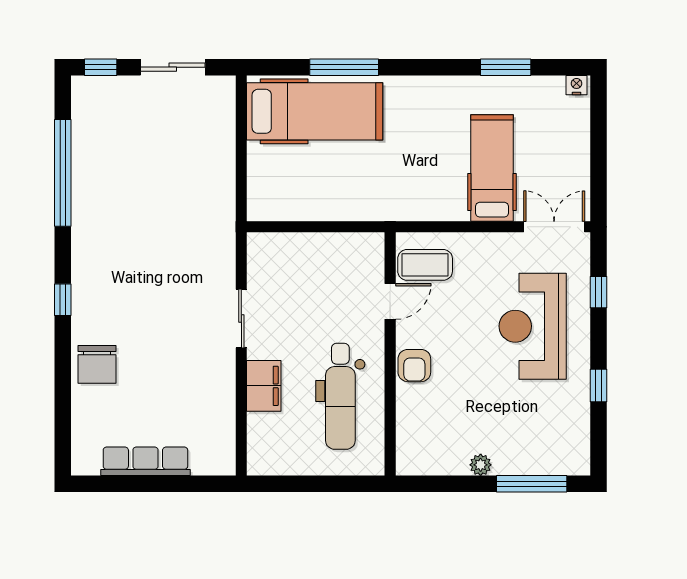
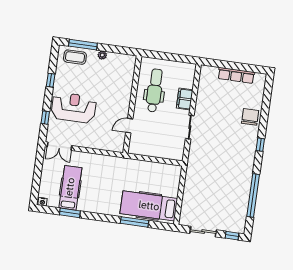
hospital bed: (492, 168) -> (70, 188), moved, turned 180
coffee table: (425, 265) -> (75, 57), moved
reception desk: (533, 326) -> (74, 108), turned -90
armchair: (414, 366) -> (123, 99), removed

